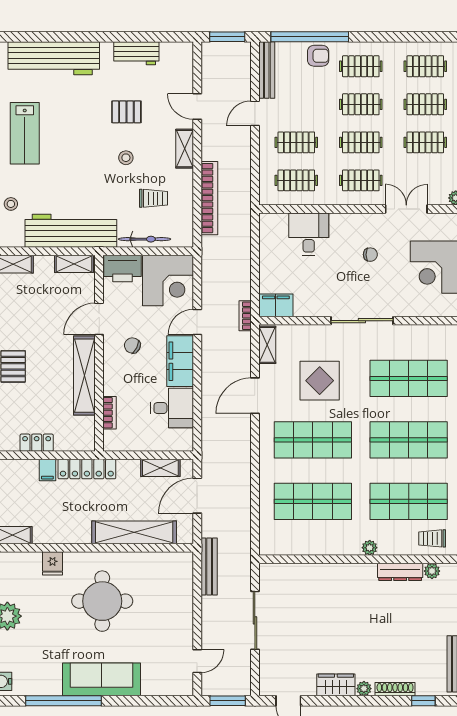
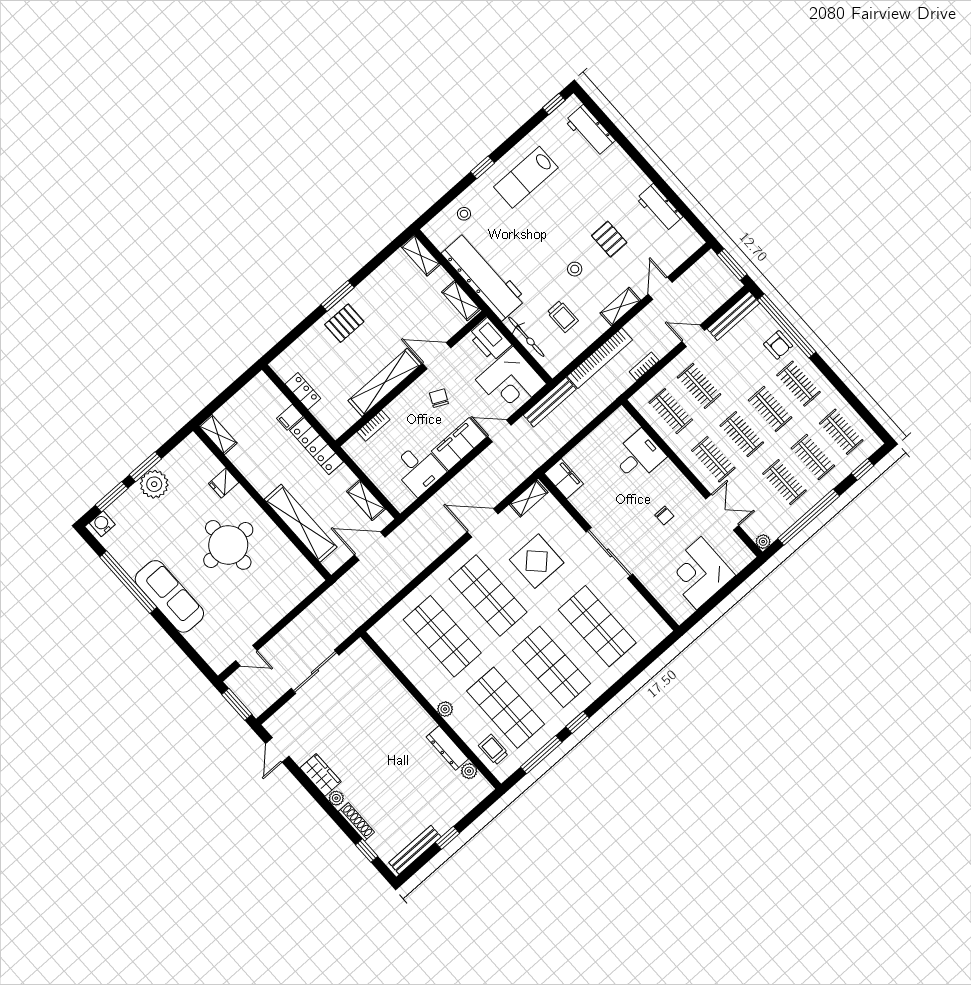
workbench: (54, 58) -> (590, 131), width x0.53, depth x0.76
bookcase: (245, 316) -> (644, 366), moved
bench: (209, 567) -> (550, 402), moved

